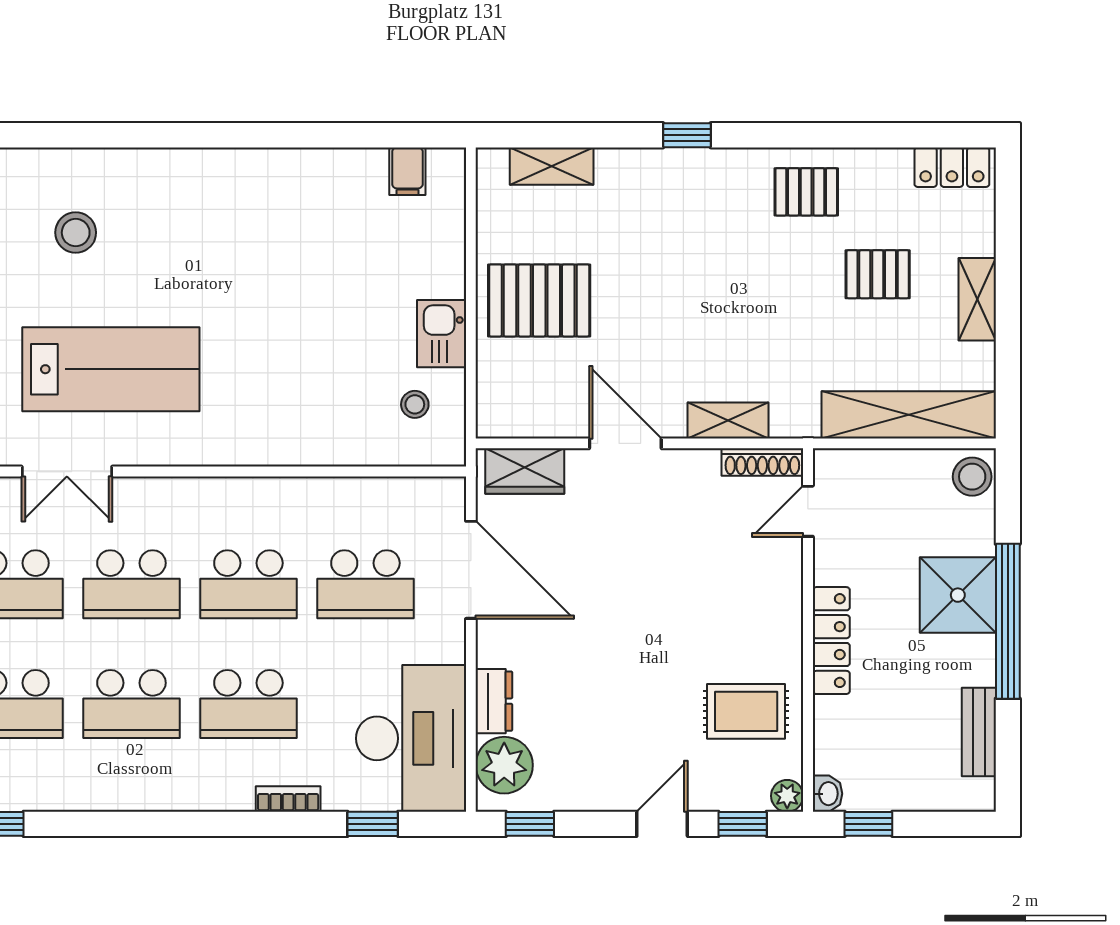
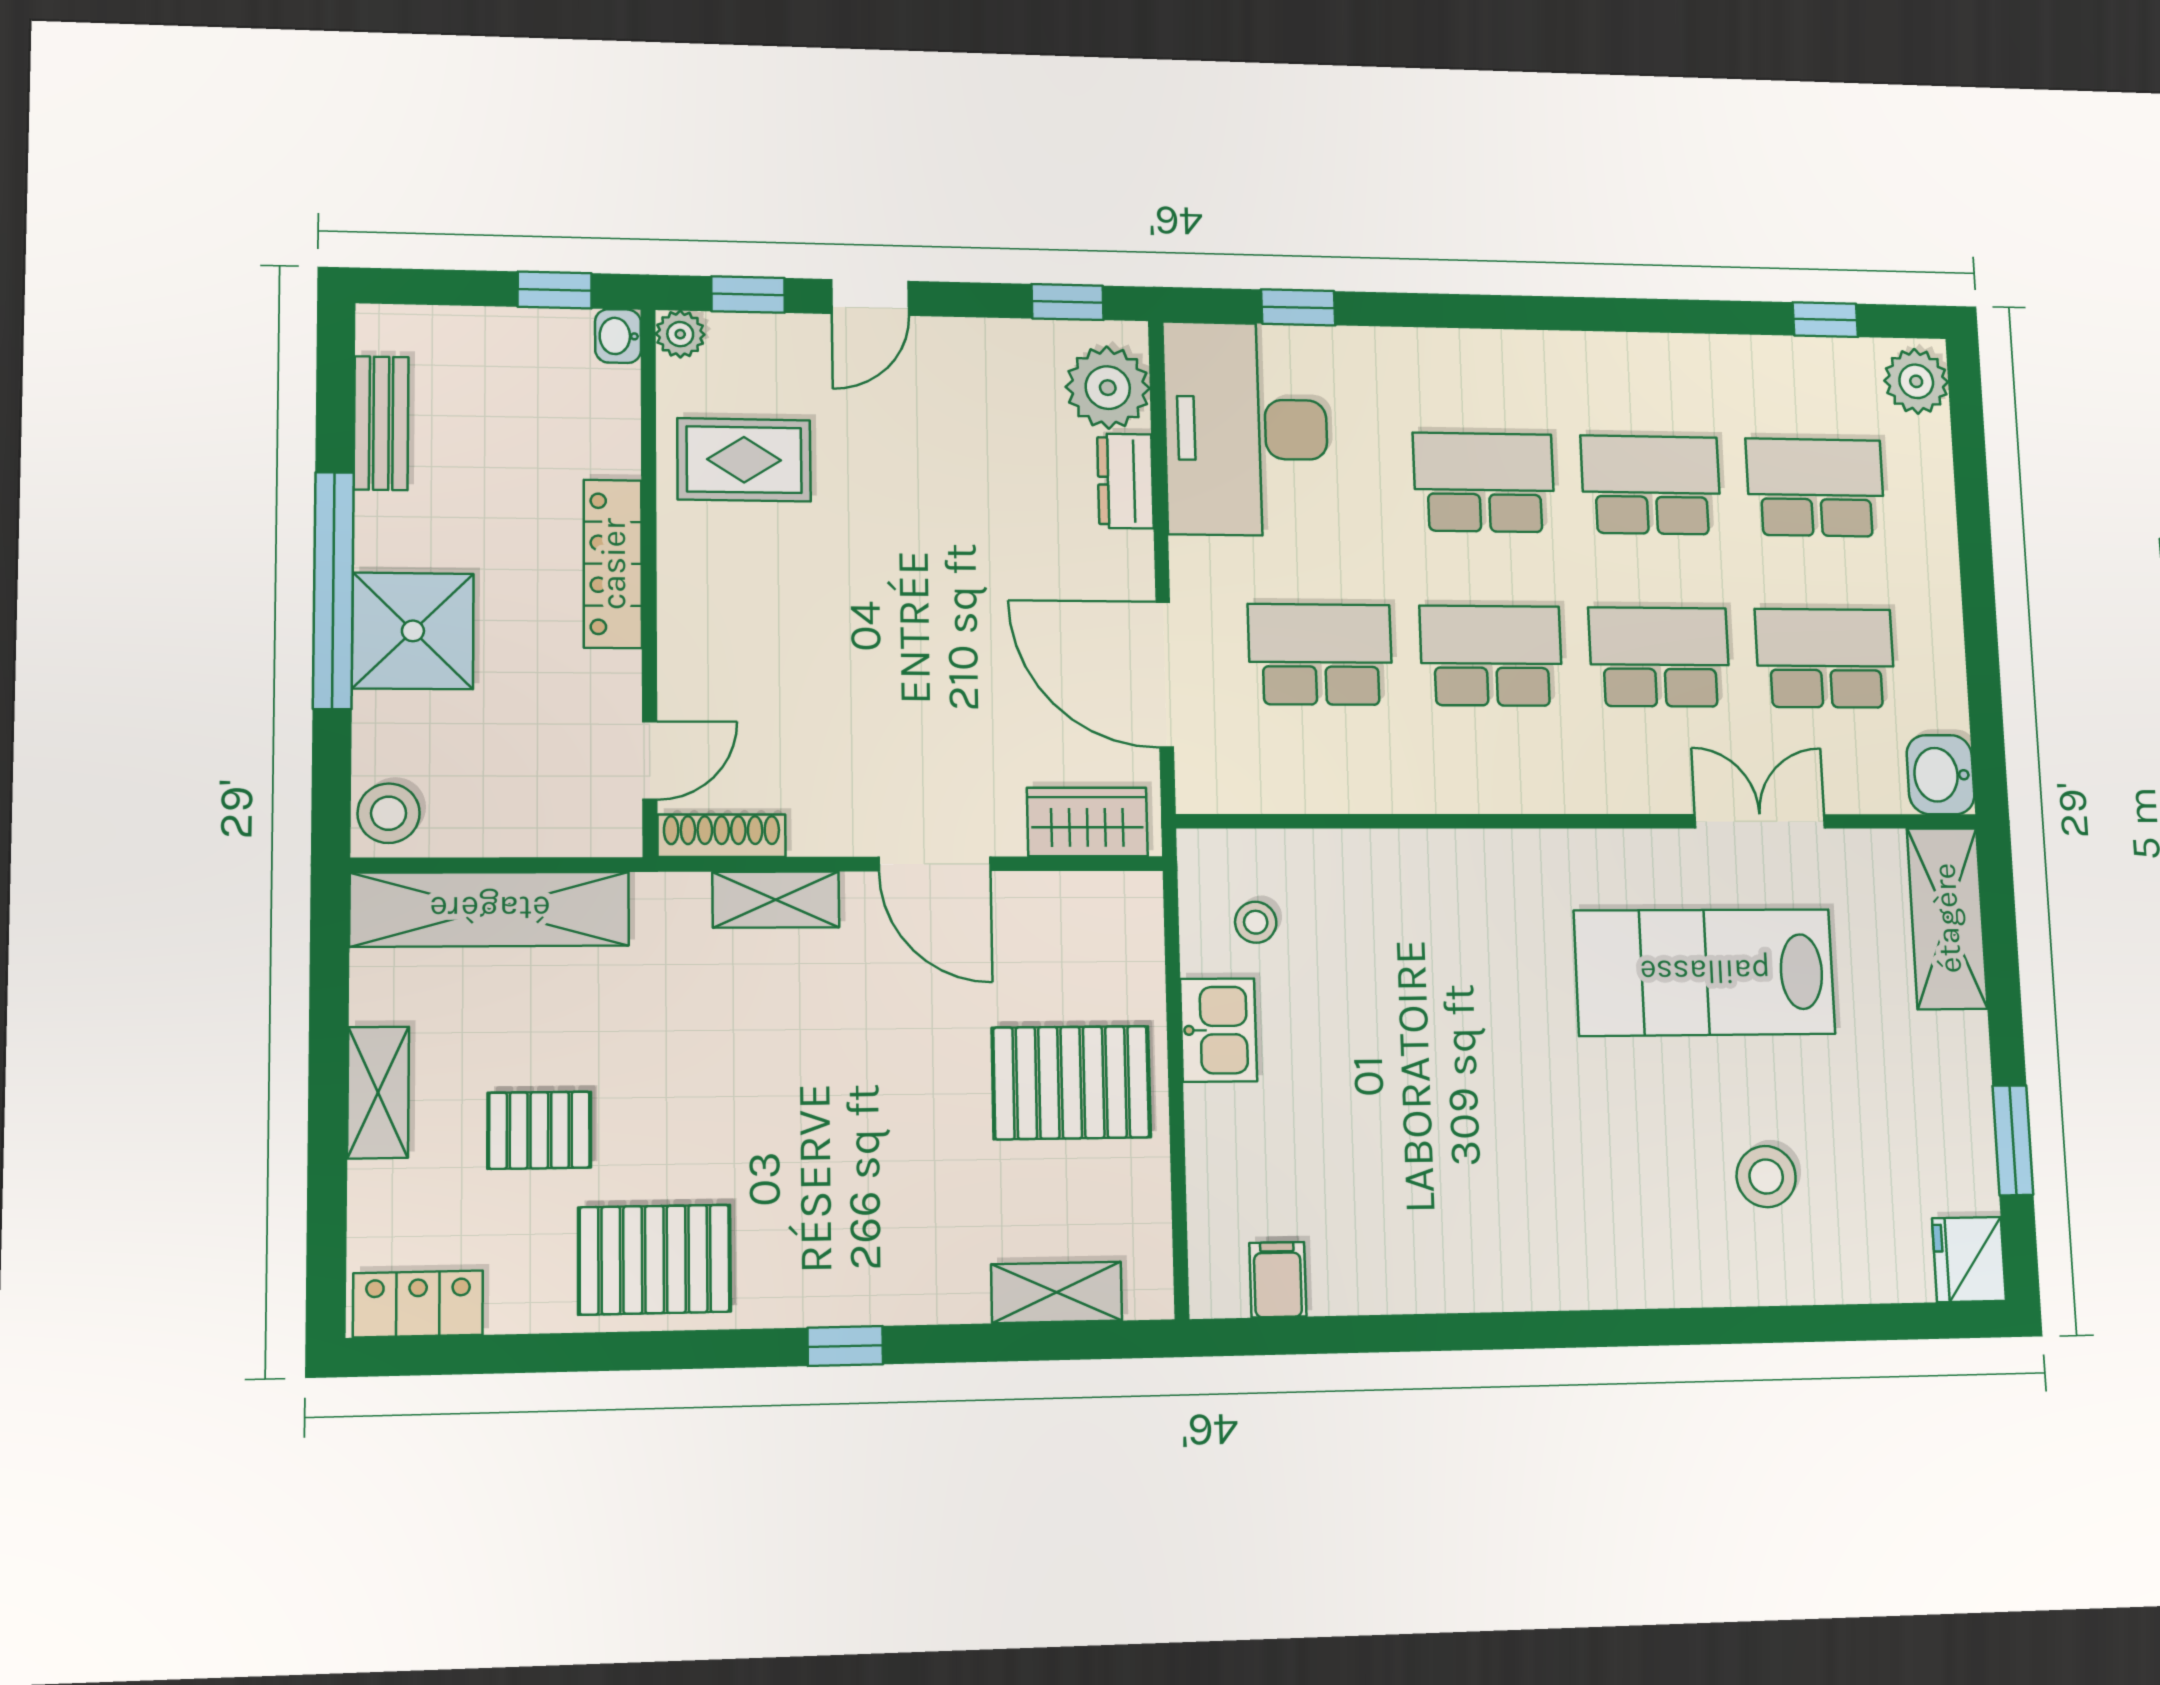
pallet: (806, 192) -> (655, 1260), width x1.50, depth x1.42
bookcase: (288, 799) -> (1422, 346), removed

